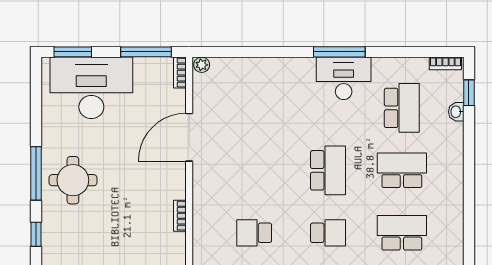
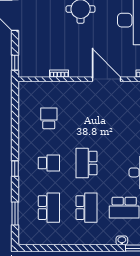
school desk: (328, 170) -> (86, 163), turned 90
school desk: (328, 233) -> (49, 163), turned -90

